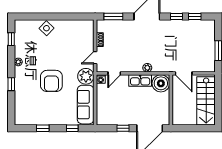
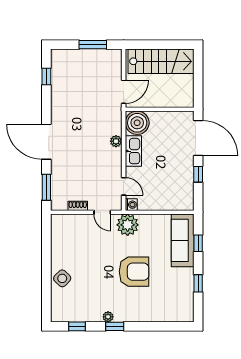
window: (177, 17) -> (46, 102), removed
window: (11, 84) -> (115, 326), moved
sofa: (86, 105) -> (183, 240), moved, turned 90

